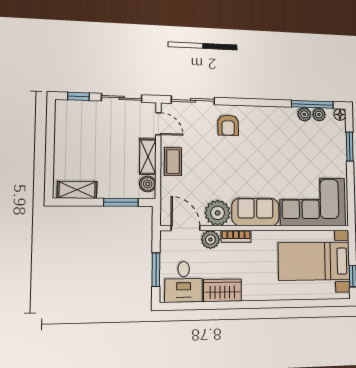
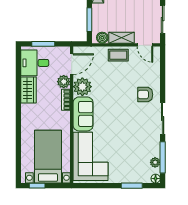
sliding door: (193, 100) -> (163, 119), moved
plant: (304, 114) -> (155, 151), removed
door: (158, 124) -> (145, 45), hinge flipped

